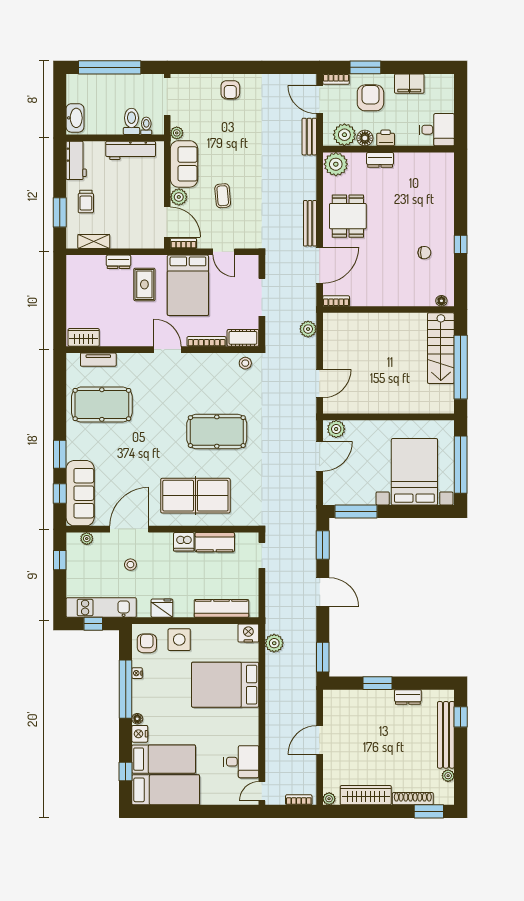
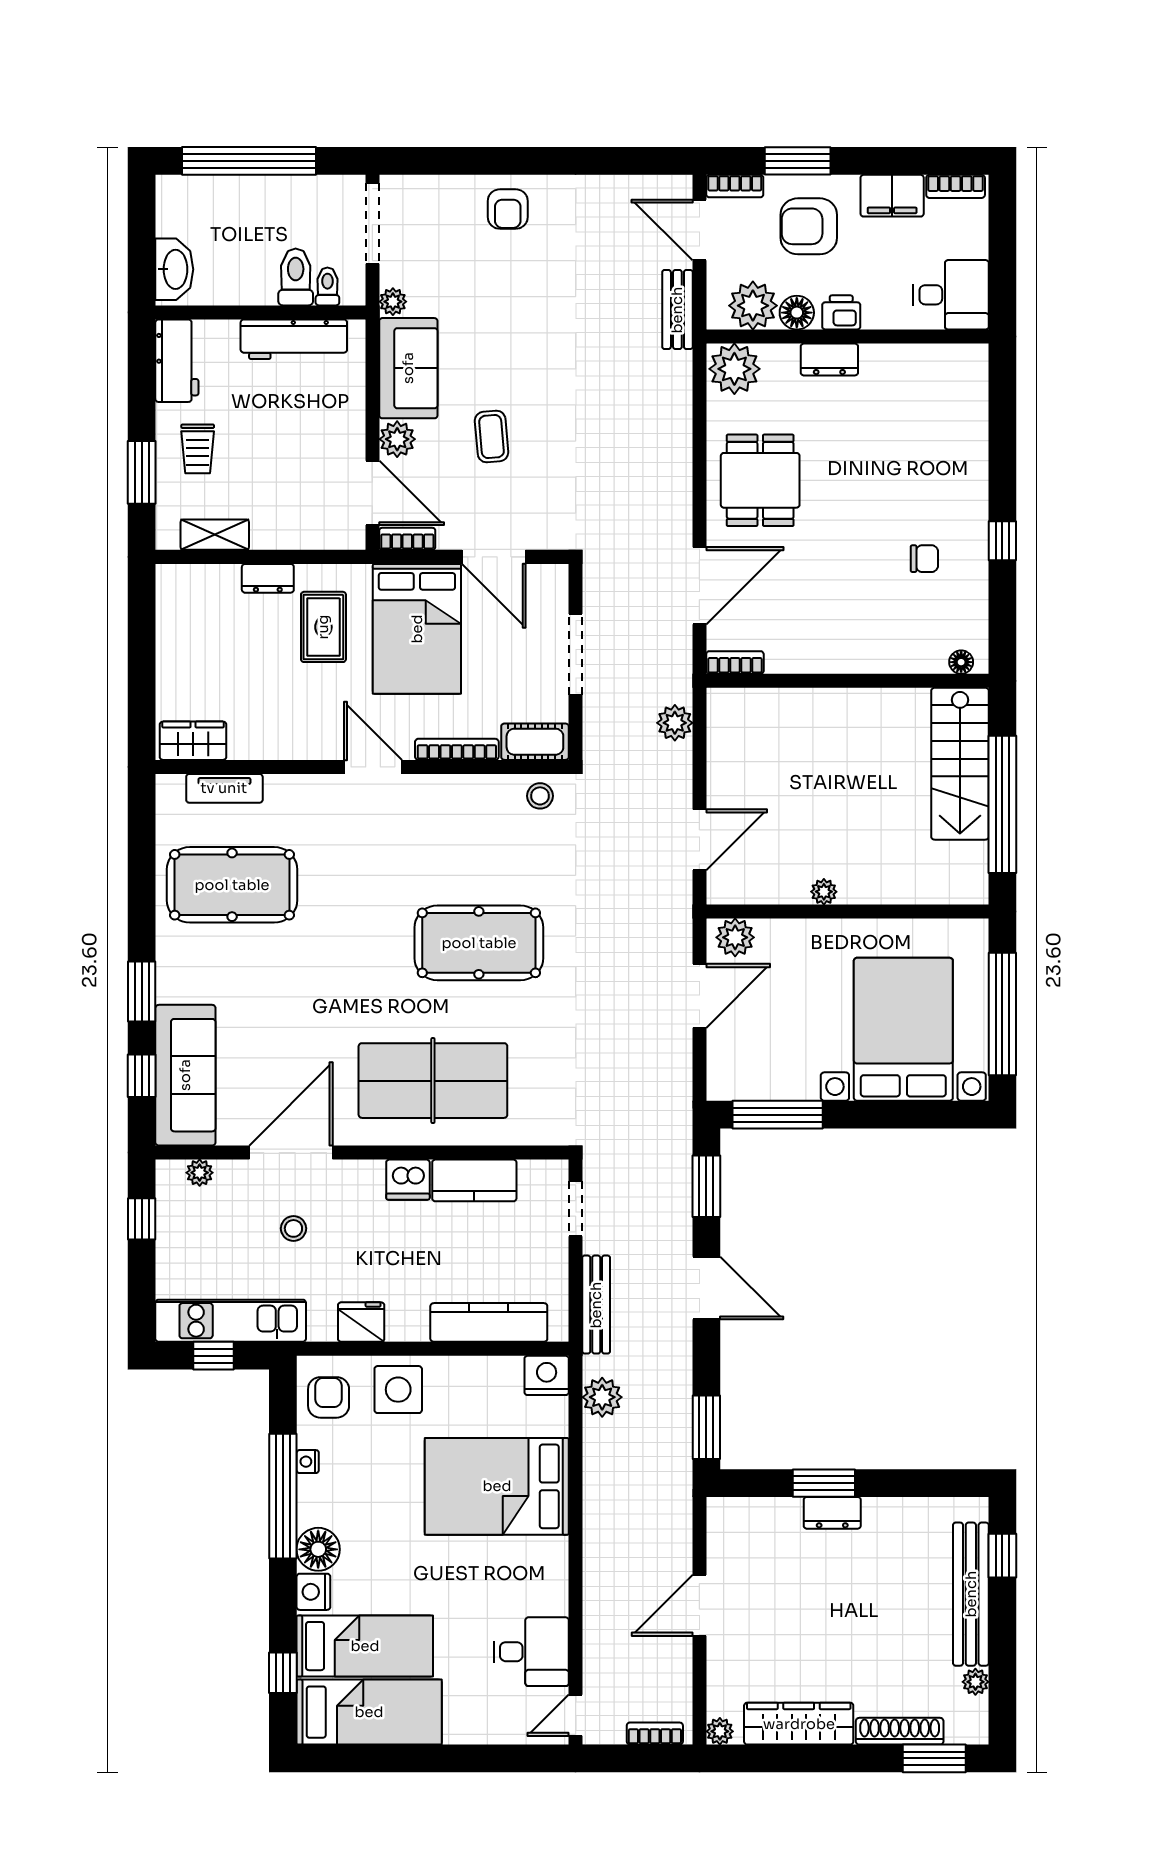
bookcase: (439, 79) -> (956, 186), added
armchair: (370, 98) -> (809, 226), turned -90
bench: (310, 223) -> (596, 1305), moved
door: (224, 252) -> (494, 557), width x1.38
plant: (377, 408) -> (824, 892), added
dresser: (408, 697) -> (832, 1513), moved
floor lamp: (137, 719) -> (318, 1549), width x1.89, depth x1.89

